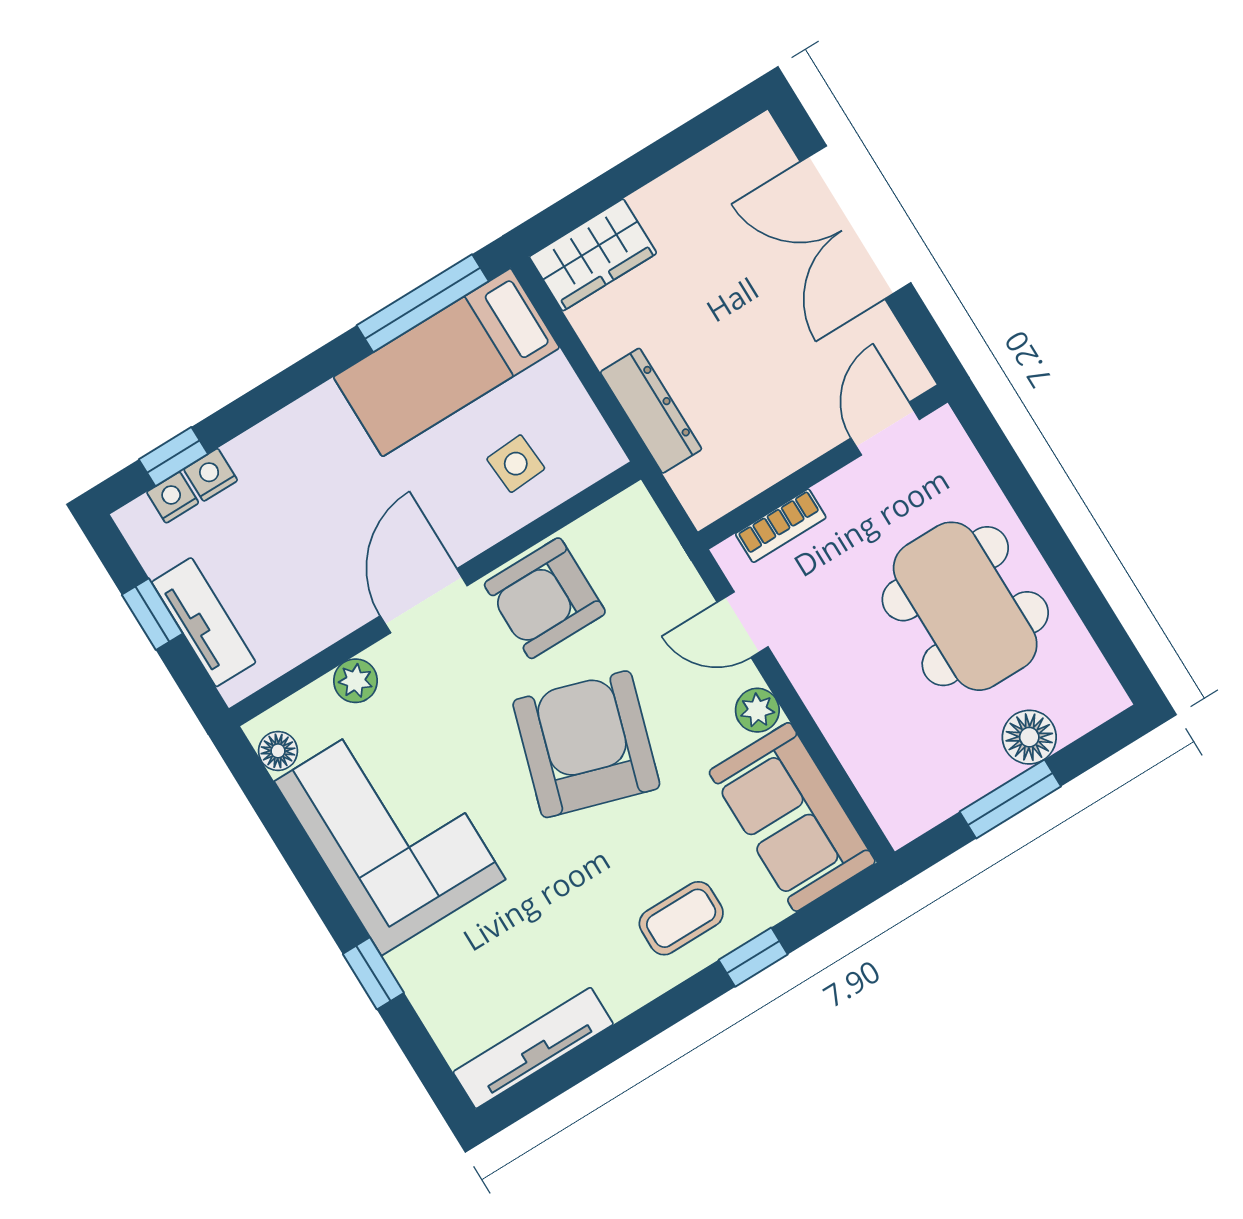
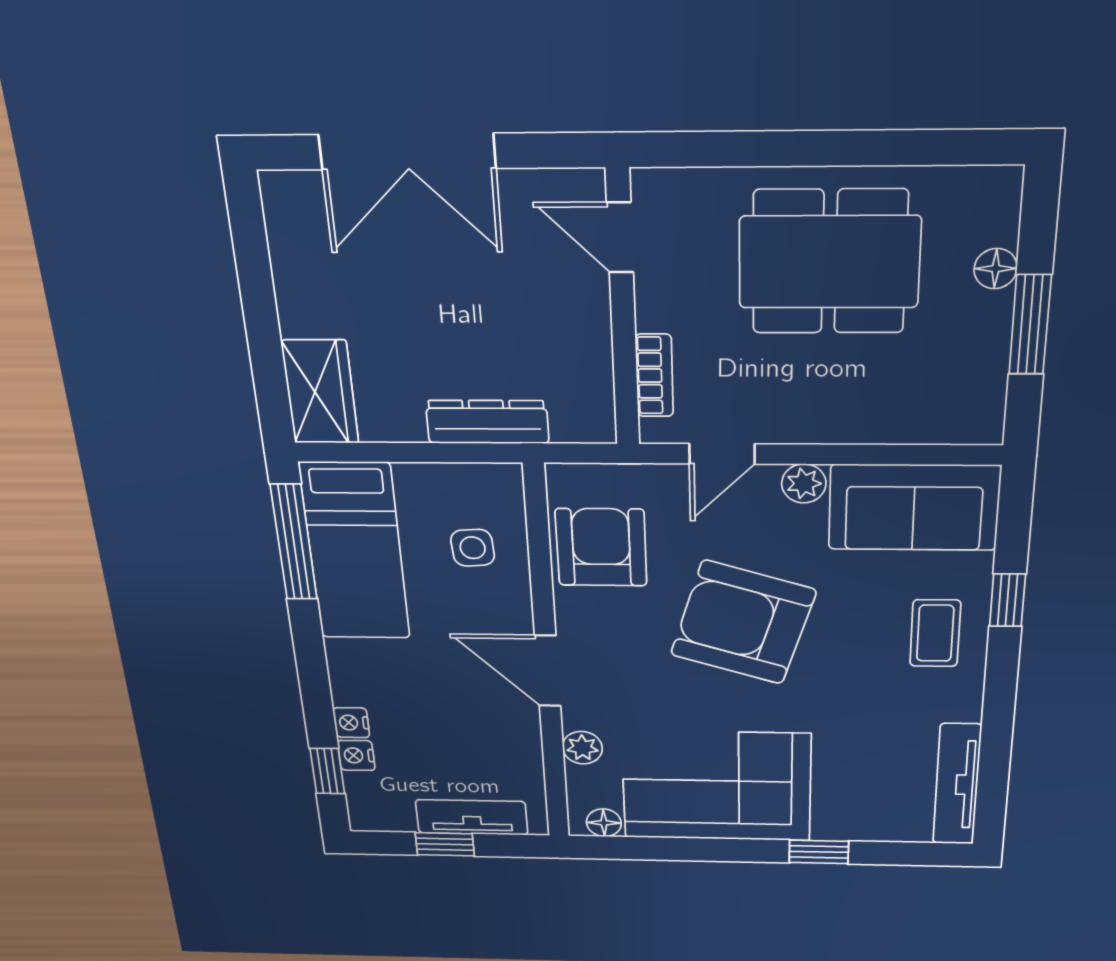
nightstand: (173, 497) -> (351, 723), moved
armchair: (545, 598) -> (601, 547), moved, turned 180
floor lamp: (1029, 737) -> (996, 269), width x0.73, depth x0.73

